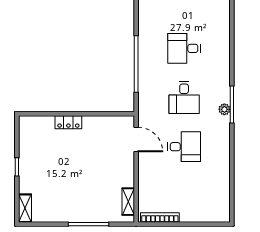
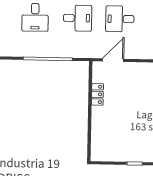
locker: (68, 122) -> (97, 94), moved
desk: (184, 147) -> (120, 19), turned -90

